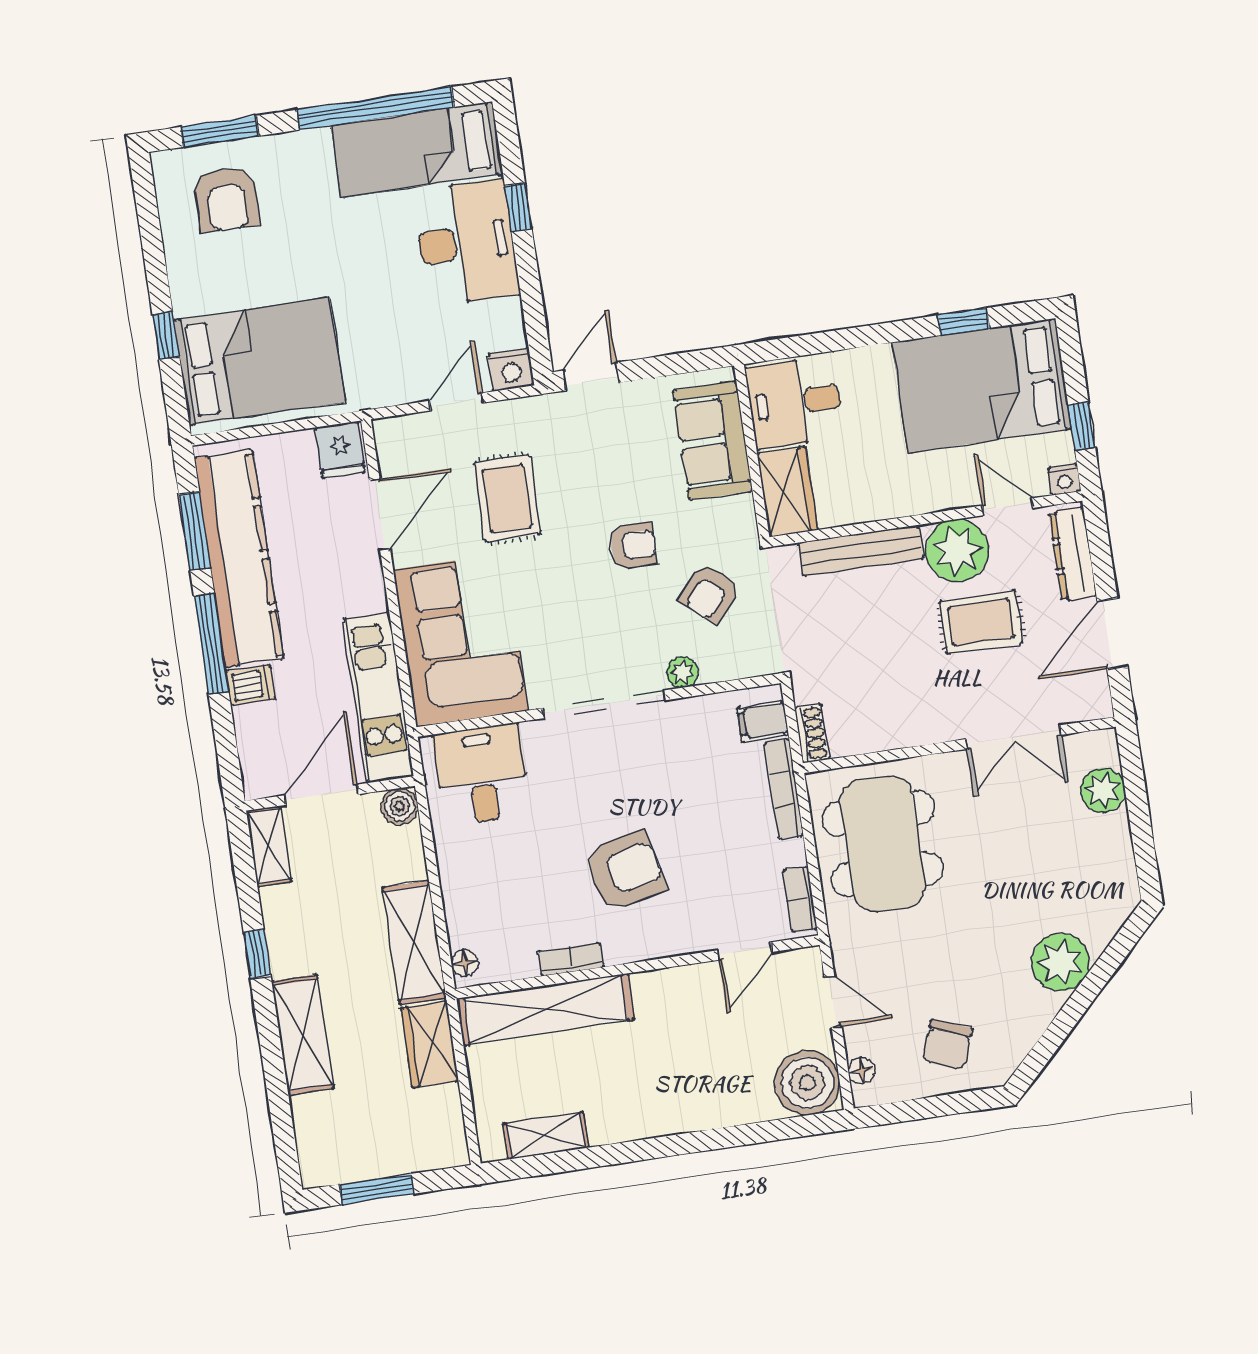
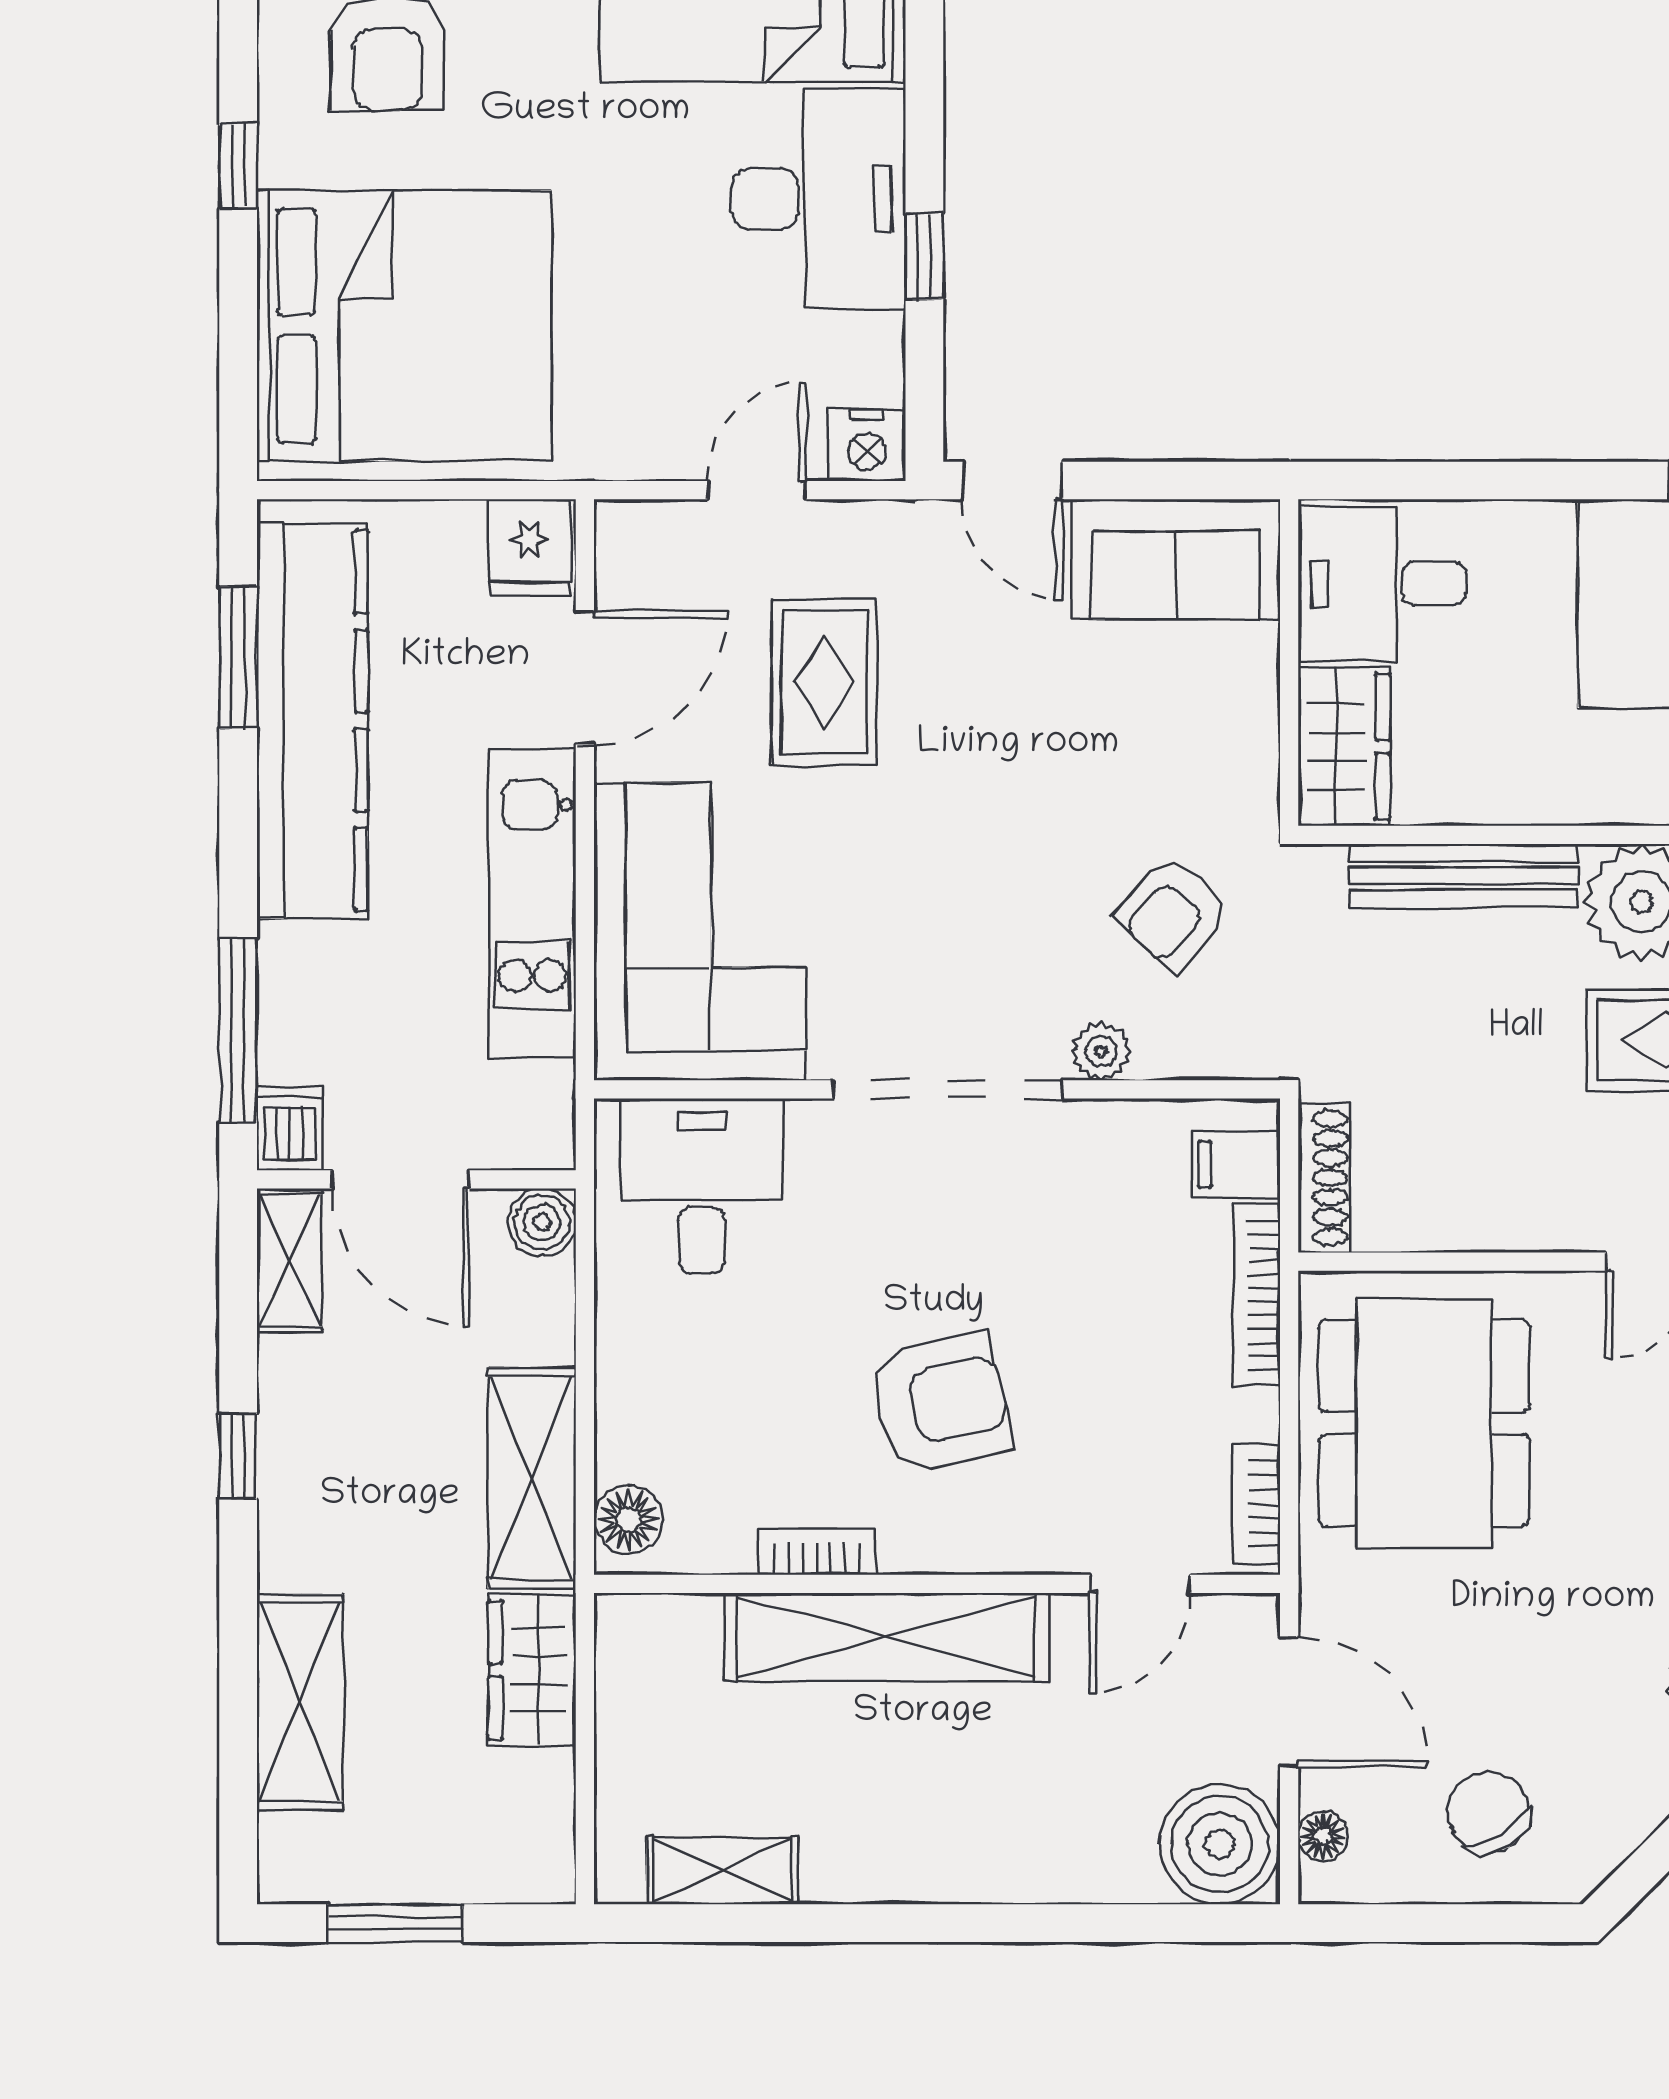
window: (518, 208) -> (924, 257), moved
window: (166, 336) -> (238, 166), moved
bed: (259, 361) -> (404, 325), width x1.36
door: (591, 377) -> (1012, 480), swing flipped
sofa: (713, 441) -> (1176, 559), moved, turned -90
armchair: (633, 546) -> (1044, 804), removed
window: (211, 644) -> (238, 1030), moved
dishwasher: (250, 685) -> (290, 1128), moved, turned -90
kitchen unit: (378, 698) -> (532, 904), moved
shoe rack: (812, 734) -> (1324, 1178), width x1.43
door: (321, 795) -> (401, 1179), swing flipped
floor lamp: (465, 963) -> (628, 1520), width x1.37, depth x1.37
door: (833, 1002) -> (1289, 1702), width x1.38
shelving: (545, 1009) -> (887, 1637), moved
shelving: (302, 1035) -> (300, 1702), moved
chair: (947, 1045) -> (1489, 1812), turned 129

